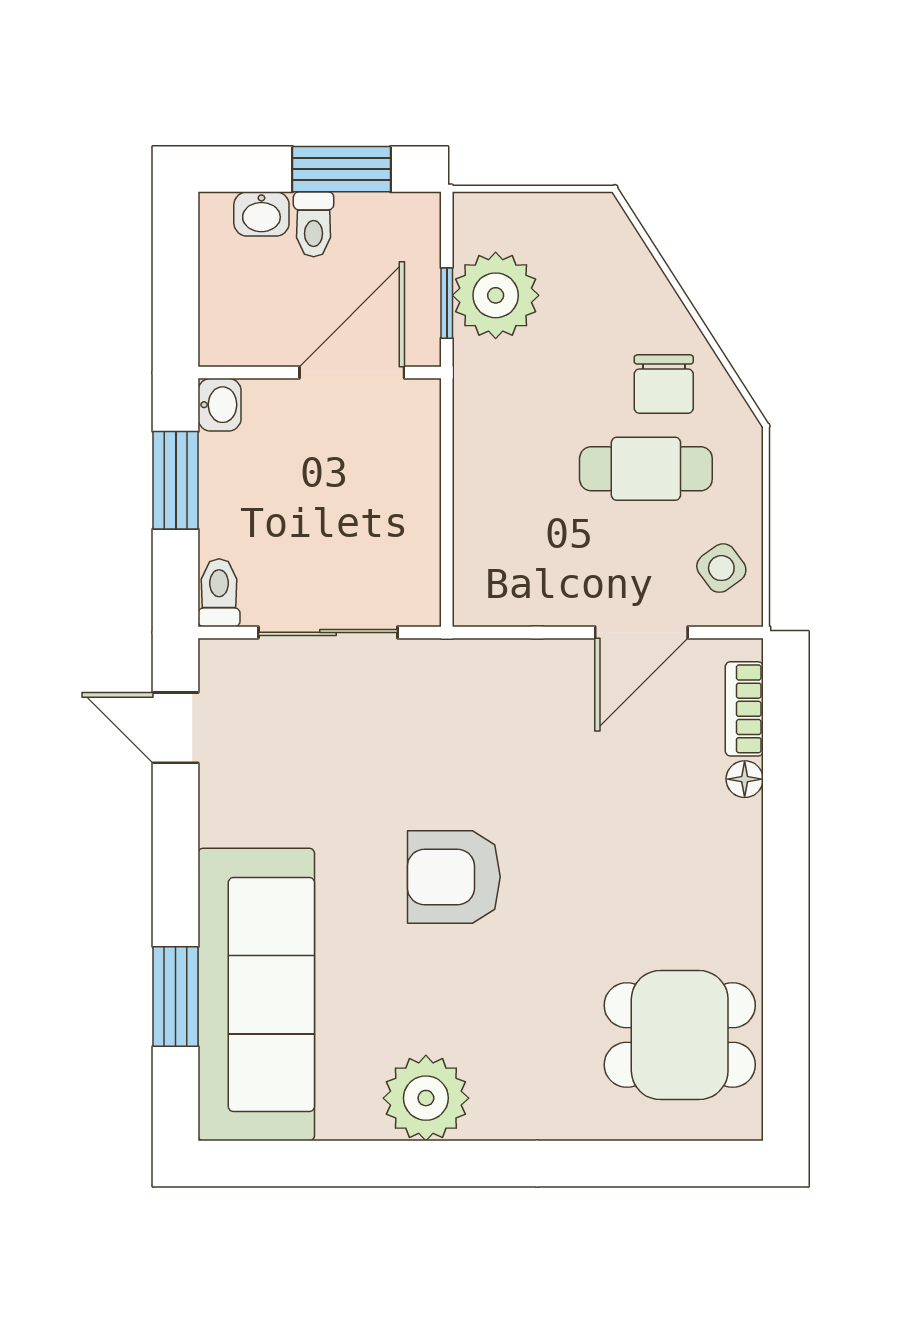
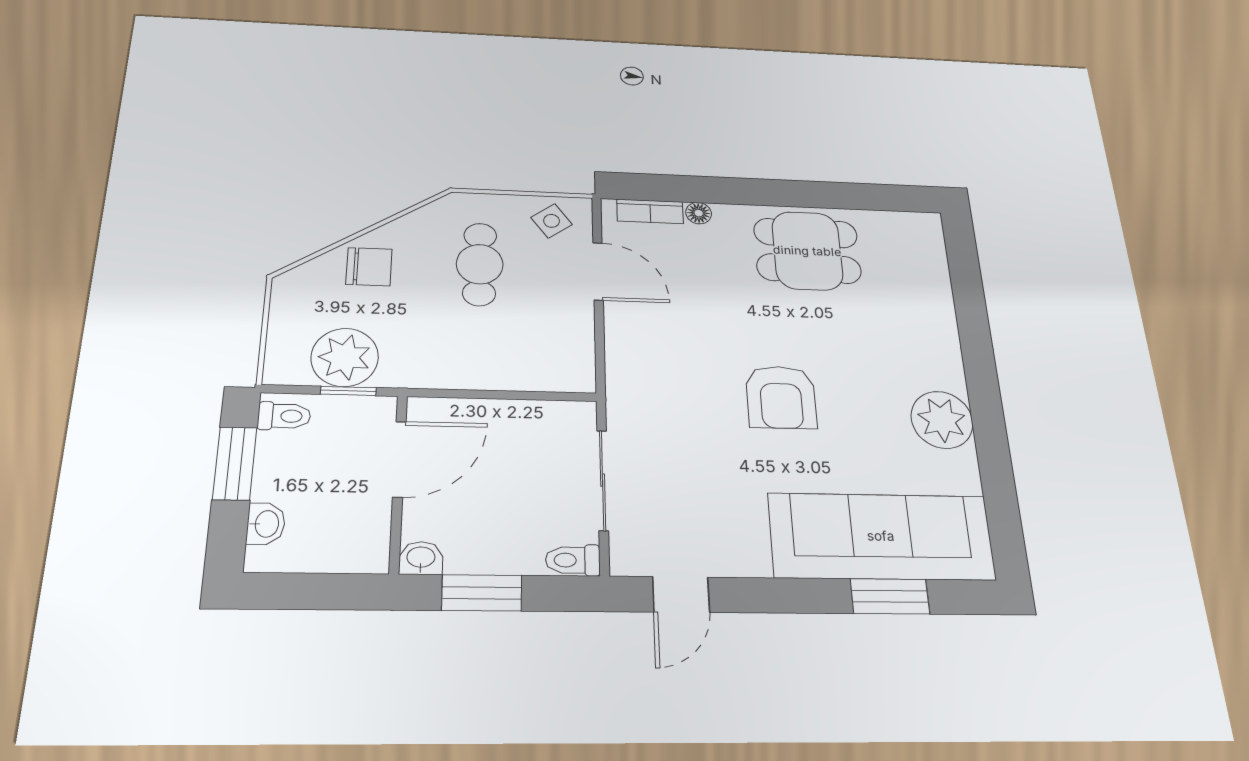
toilet: (314, 224) -> (284, 416), moved
door: (352, 373) -> (399, 459), swing flipped
chair: (664, 384) -> (369, 267), moved
dining table: (680, 1035) -> (807, 251), moved, turned 90

